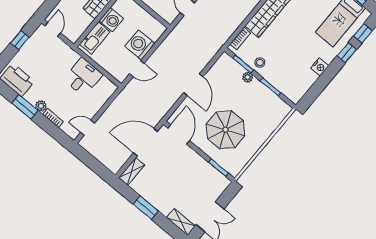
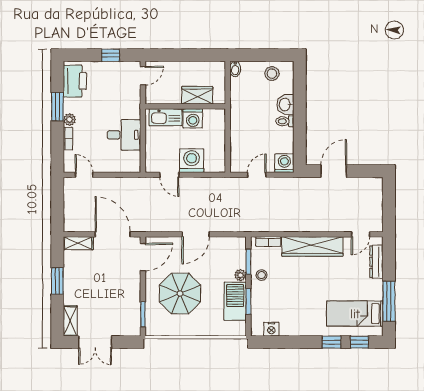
nightstand: (320, 67) -> (271, 329), moved
barbecue: (263, 96) -> (235, 301), added

